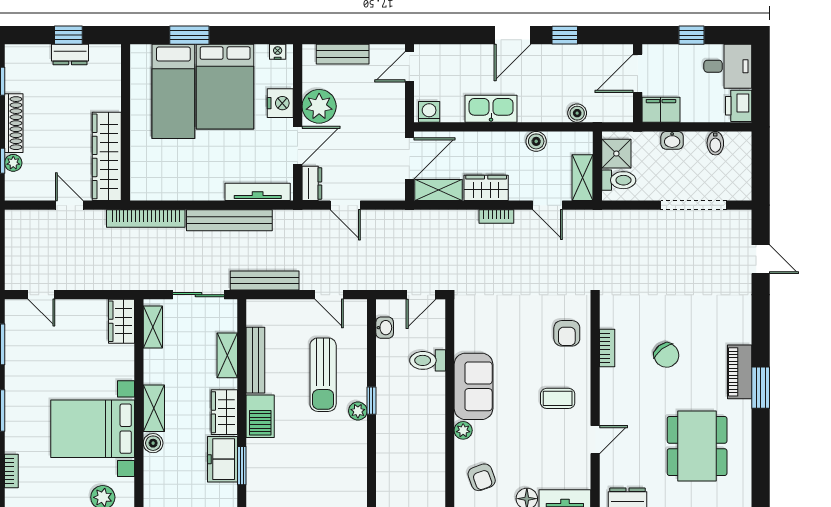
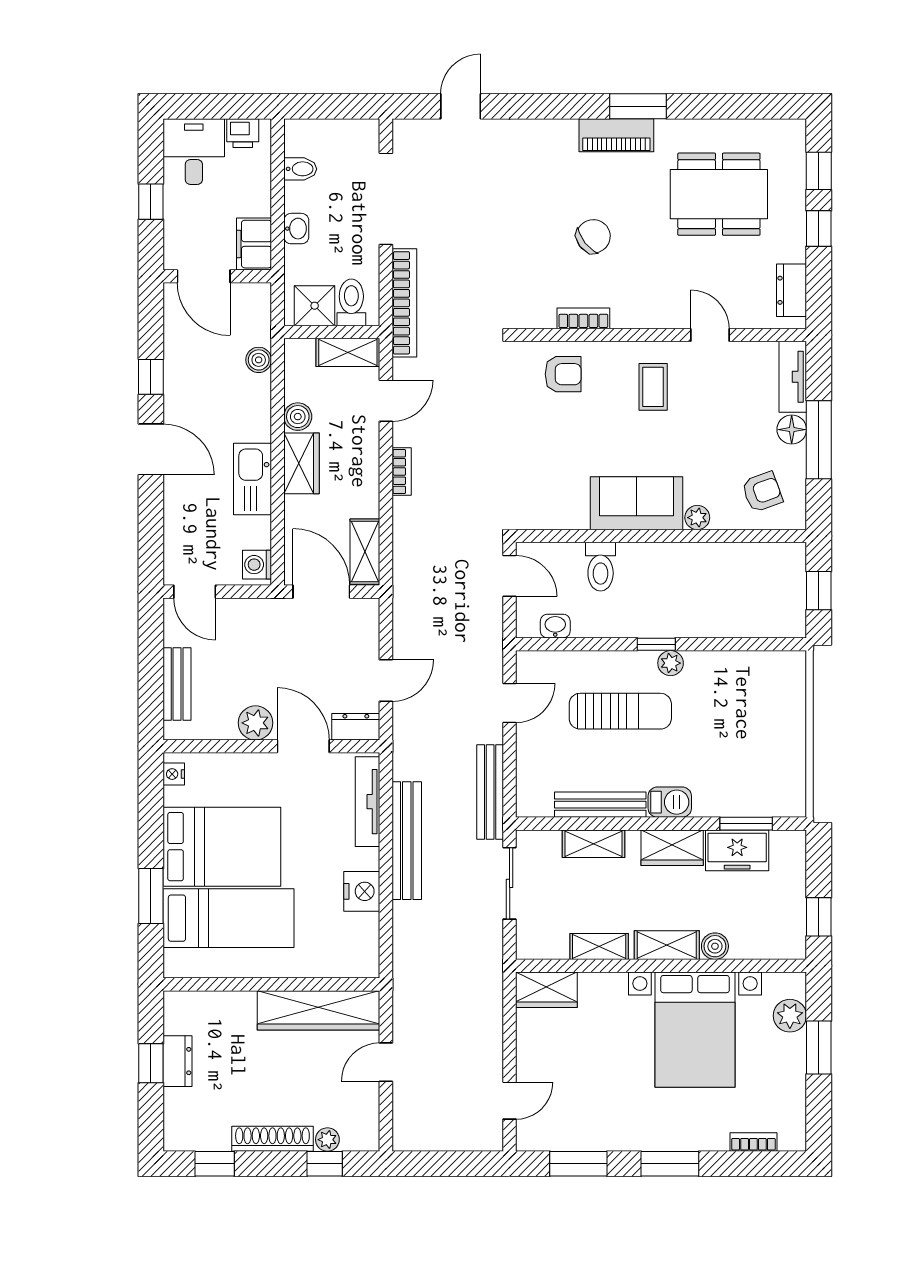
nightstand: (280, 103) -> (362, 891), moved, turned 90
plant: (319, 106) -> (256, 723), width x0.73, depth x0.73
printer: (739, 106) -> (243, 133), width x0.73, depth x0.81
wardrobe: (486, 188) -> (301, 463), moved, turned 180
bookcase: (146, 219) -> (404, 303), moved
shelving: (153, 327) -> (599, 947), moved
barbecue: (260, 416) -> (670, 802), width x0.73, depth x0.79

